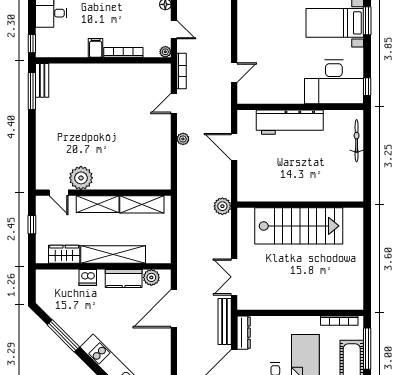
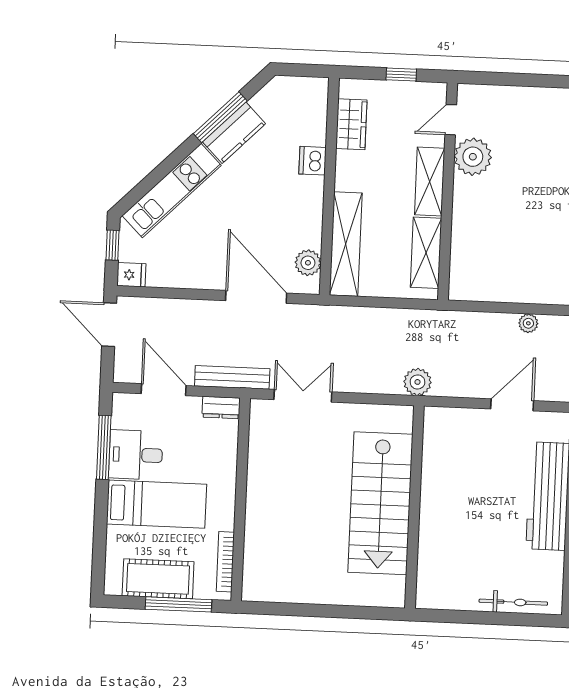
shelving: (113, 255) -> (346, 244), moved
kitchen counter: (124, 278) -> (234, 133), moved, turned -135
dresser: (244, 333) -> (221, 408), width x0.70

